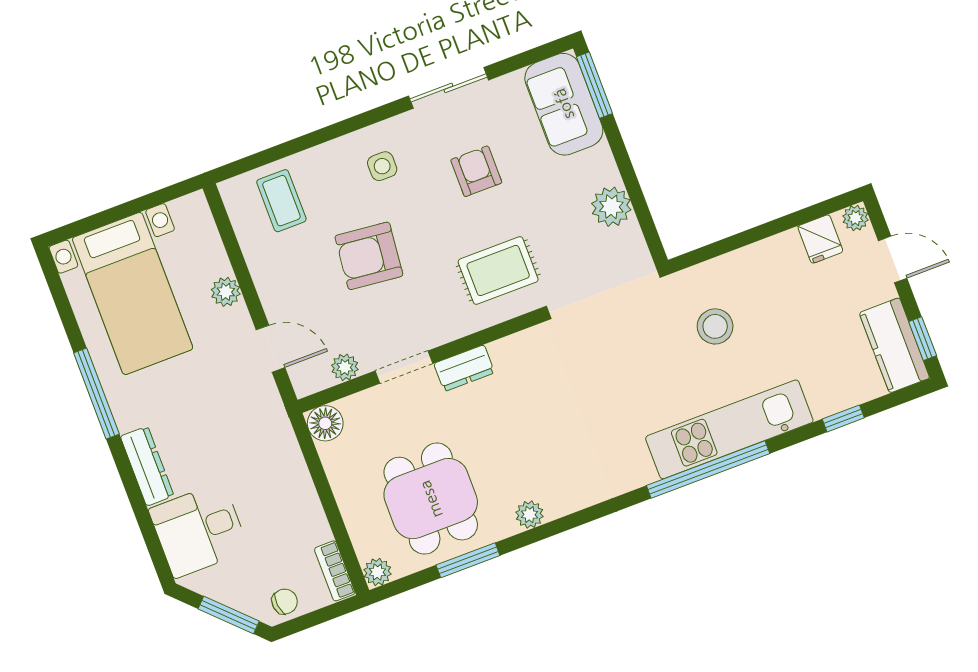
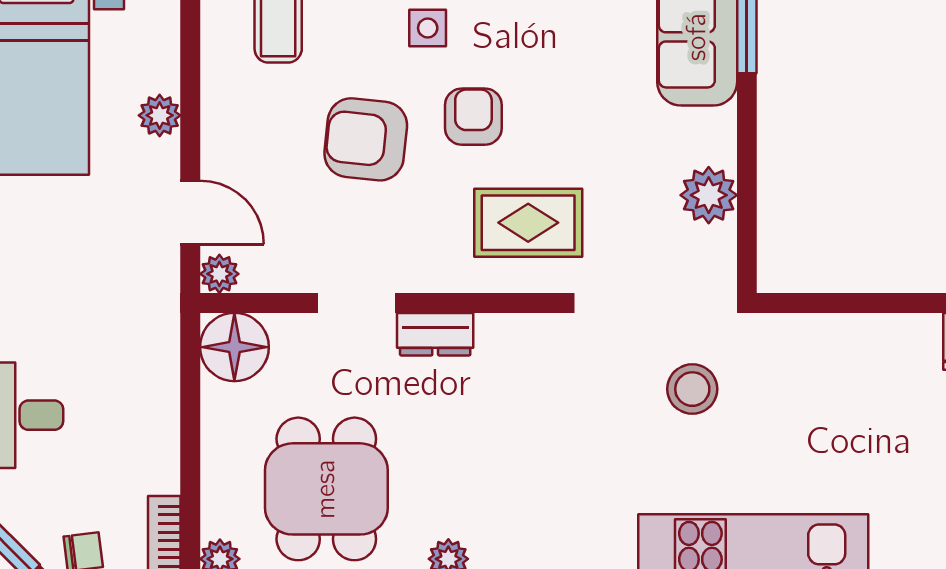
armchair: (476, 171) -> (473, 117), moved
stool: (715, 326) -> (692, 389), moved
plant: (345, 367) -> (219, 274), moved
floor lamp: (325, 423) -> (234, 347), width x1.38, depth x1.38

